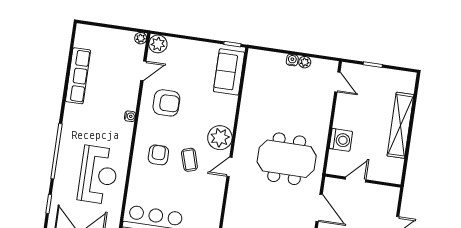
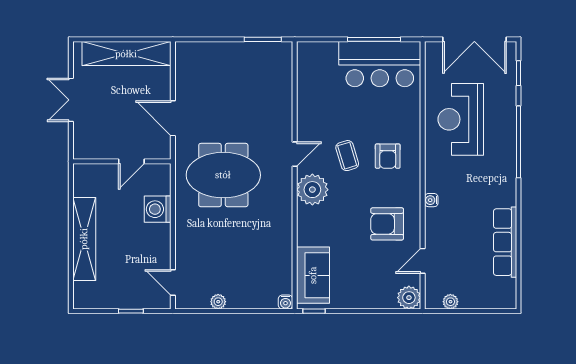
plant: (141, 38) -> (450, 302), moved
water cooler: (292, 60) -> (286, 302), moved

